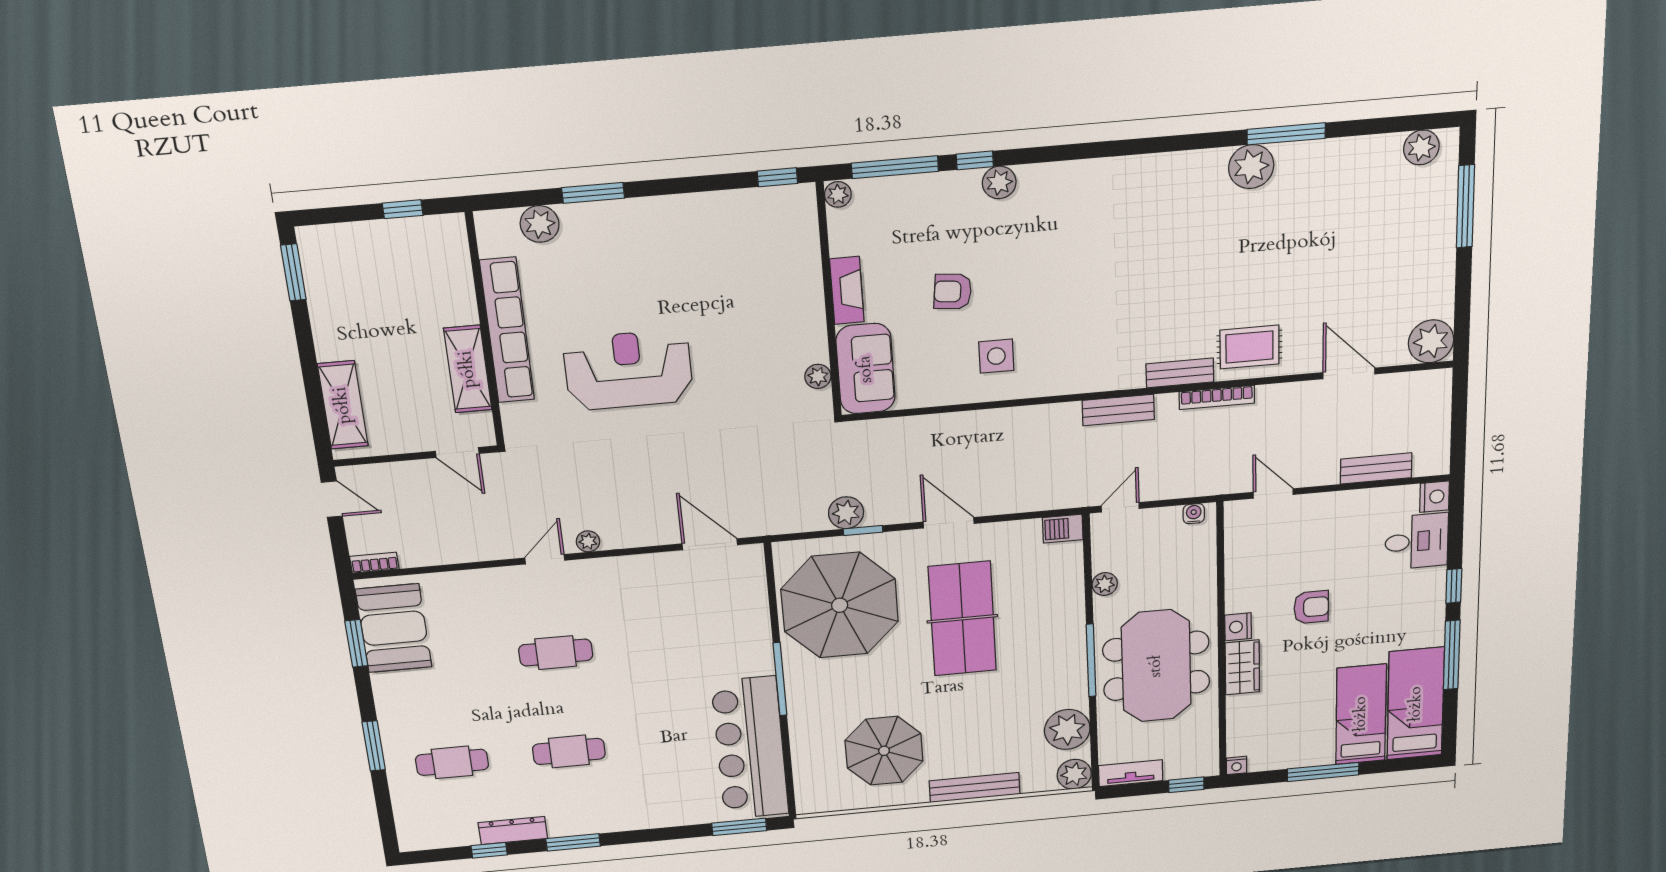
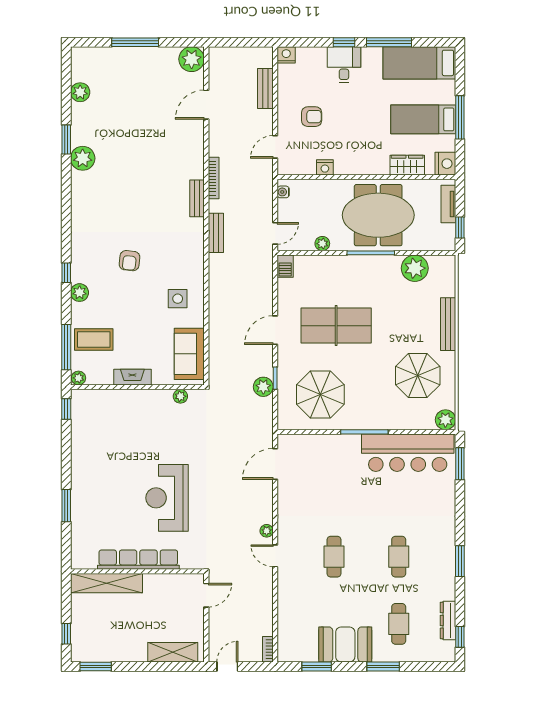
window: (1286, 134) -> (66, 139), width x0.69
plant: (1421, 147) -> (80, 92), moved
window: (975, 160) -> (66, 273), moved
window: (1465, 206) -> (135, 42), moved
window: (403, 209) -> (66, 634), moved
coffee table: (912, 216) -> (94, 339), added
plant: (540, 224) -> (81, 535), removed
armchair: (953, 292) -> (129, 261), moved
rug: (1249, 347) -> (185, 160), removed
shelving: (468, 369) -> (106, 583), moved, width x1.47
sofa: (866, 369) -> (189, 354), moved, turned -90
door: (1120, 507) -> (275, 233), swing flipped
desk: (1417, 541) -> (344, 65), moved
parasol: (840, 605) -> (320, 394), width x0.73, depth x0.73
armchair: (1311, 607) -> (312, 117), moved, turned 90
nightstand: (1238, 627) -> (325, 167), moved
booth: (394, 628) -> (345, 645), moved
wardrobe: (1242, 667) -> (407, 165), moved
bed: (1361, 714) -> (423, 119), moved
nightstand: (1237, 765) -> (445, 164), width x1.89, depth x1.79
tv unit: (1131, 773) -> (448, 204), moved
plant: (1074, 774) -> (445, 420), moved
window: (1186, 785) -> (460, 227), moved
dresser: (513, 831) -> (448, 620), moved
window: (489, 850) -> (460, 637), moved

